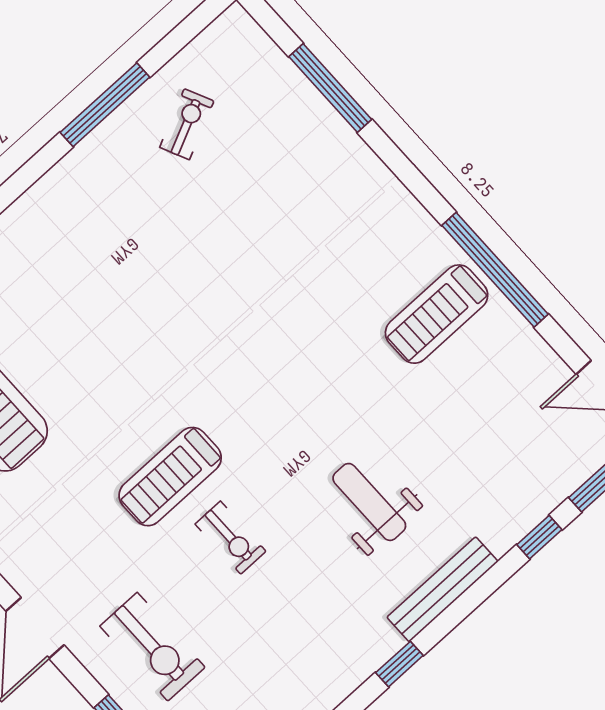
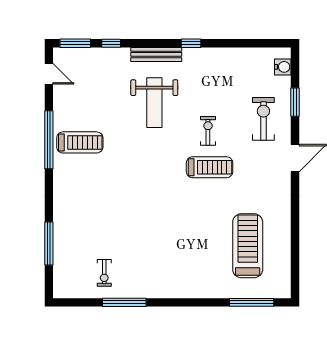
exercise bike: (187, 124) -> (104, 273), turned -65
weight bench: (369, 502) -> (154, 103), width x1.36, depth x1.33

